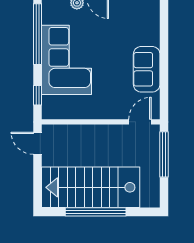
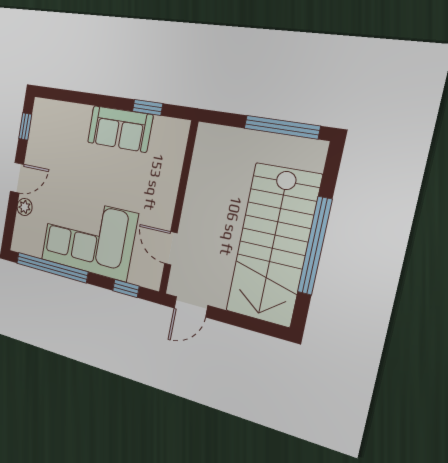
window: (164, 87) -> (147, 108), added
door: (140, 122) -> (171, 248), moved
window: (164, 154) -> (282, 127), moved

